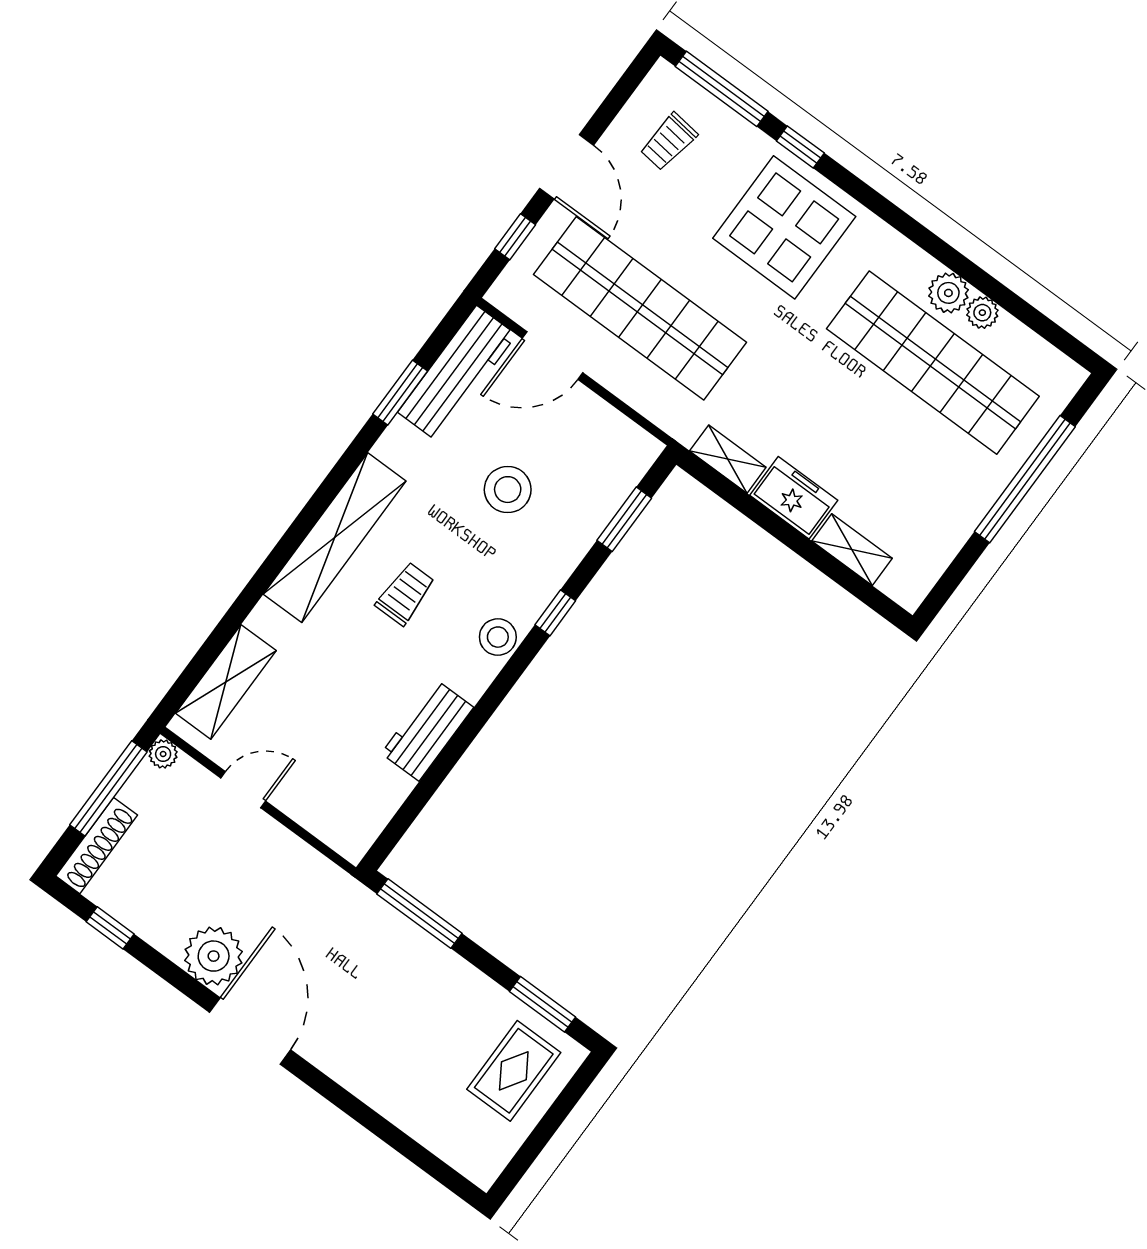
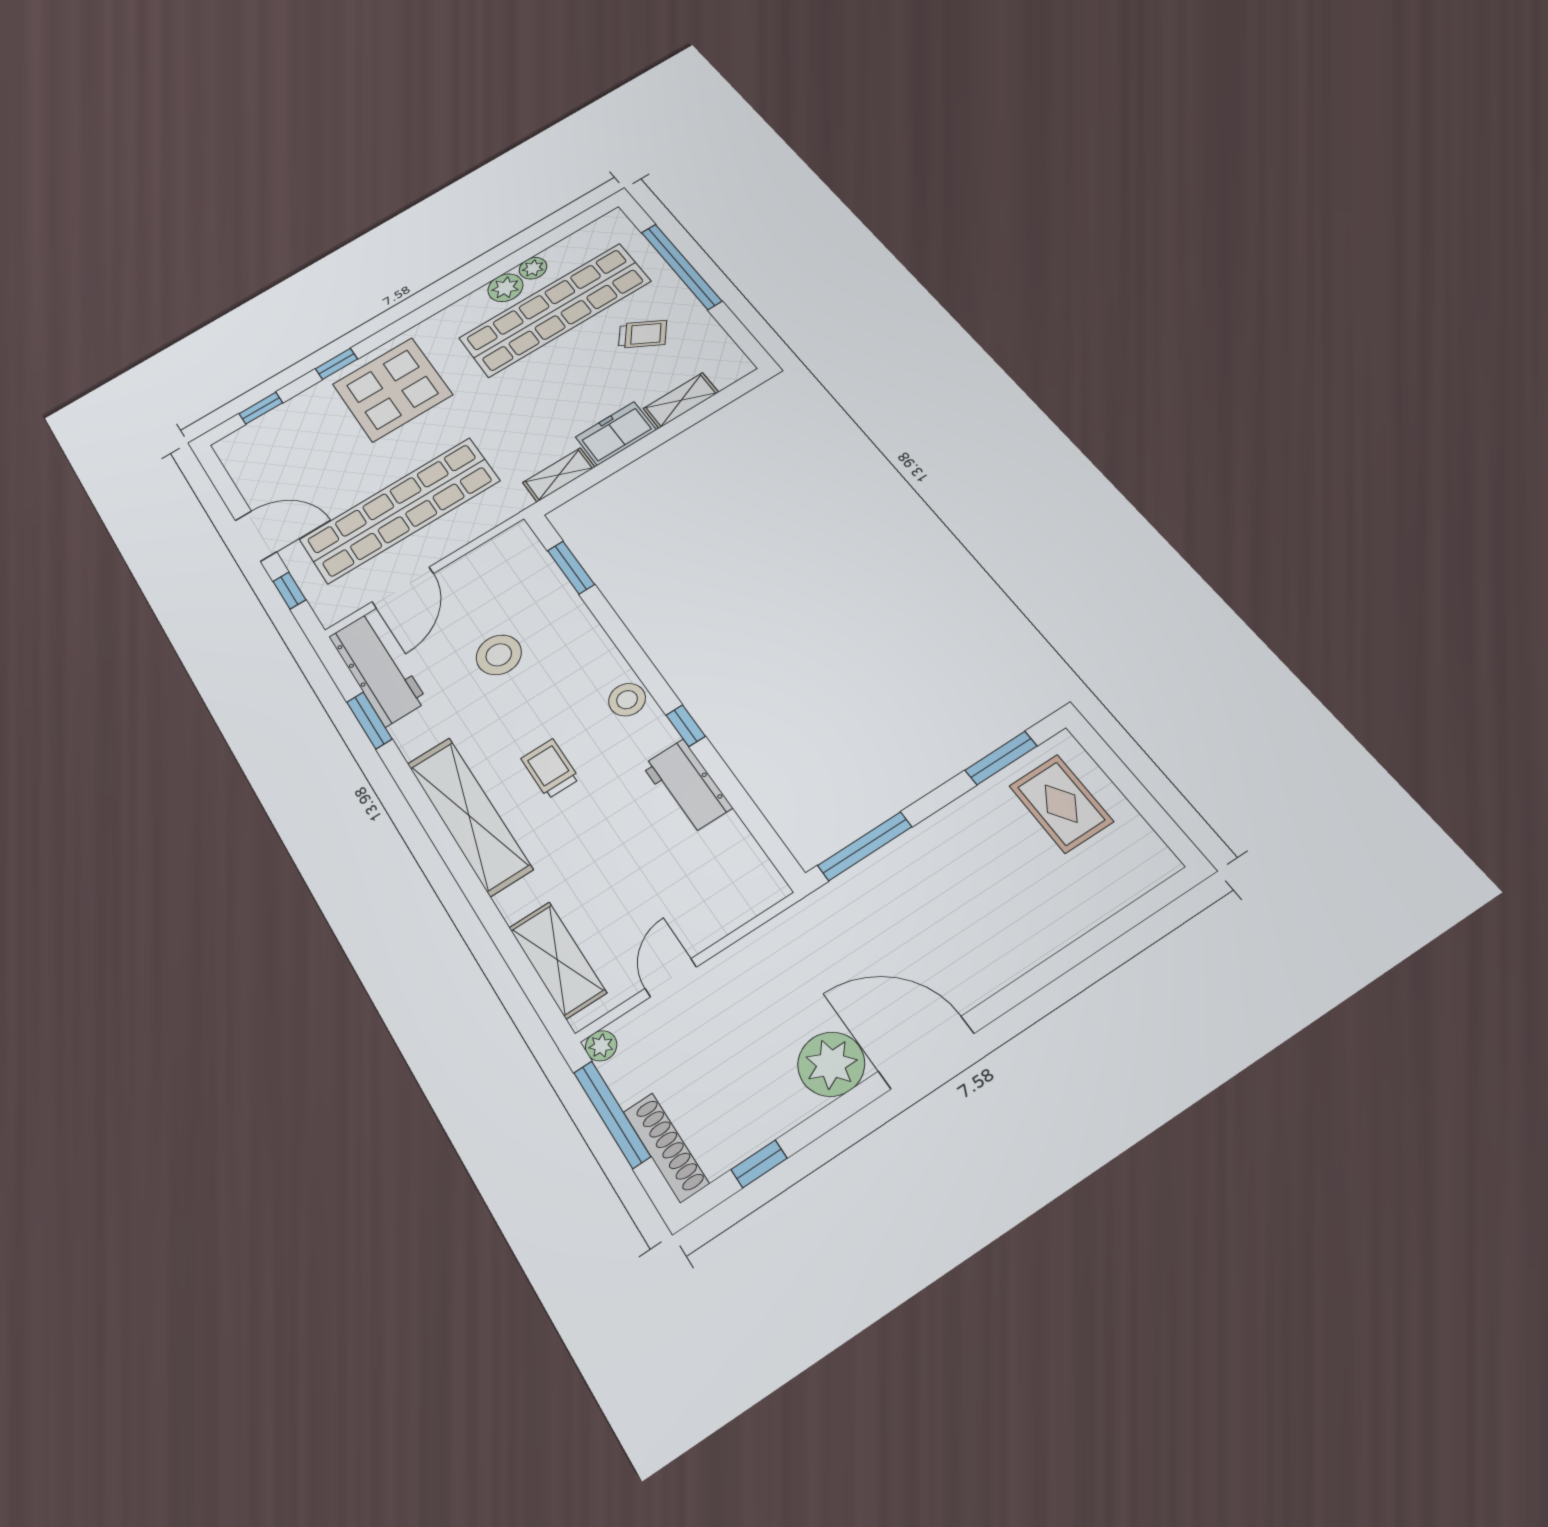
window: (722, 89) -> (261, 408), width x0.46
trolley: (669, 142) -> (643, 334), moved, turned -63
window: (555, 613) -> (686, 726), moved

